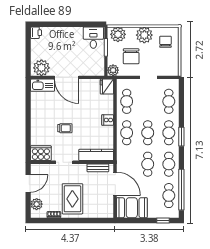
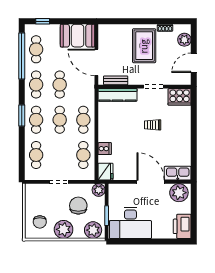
printer: (36, 33) -> (182, 226), width x1.87, depth x1.48
desk: (93, 38) -> (130, 223), width x1.87, depth x1.30
cooker: (108, 120) -> (105, 149), moved

